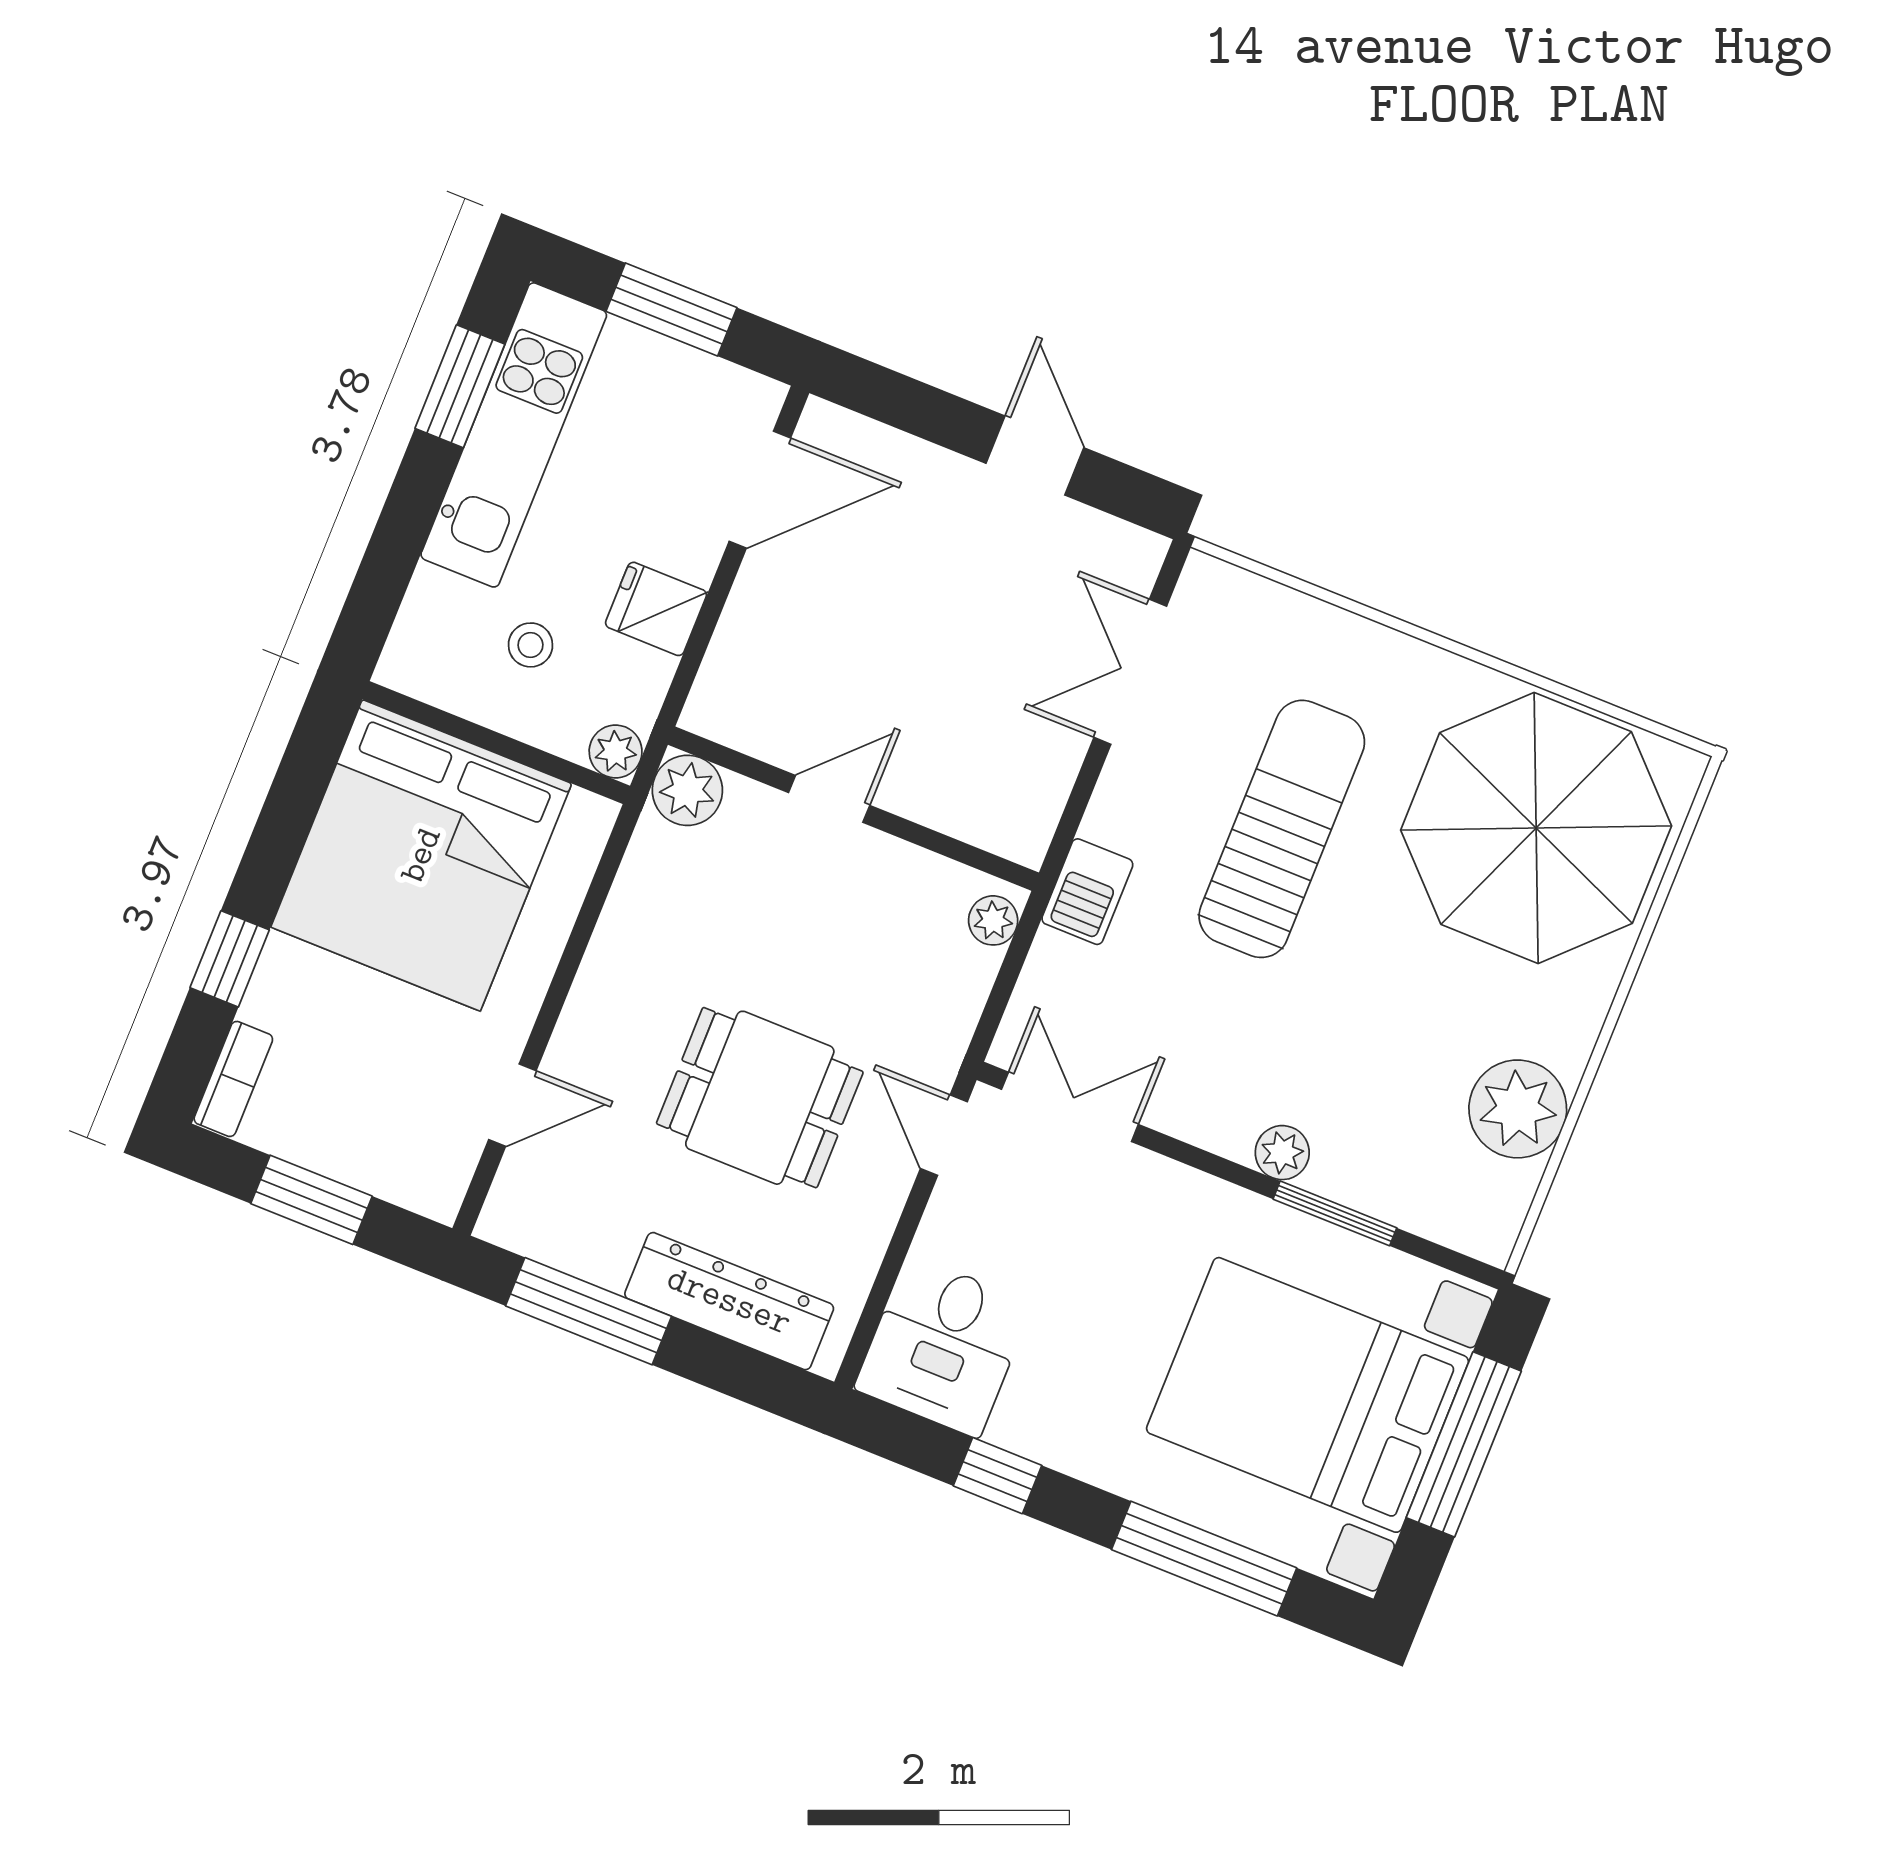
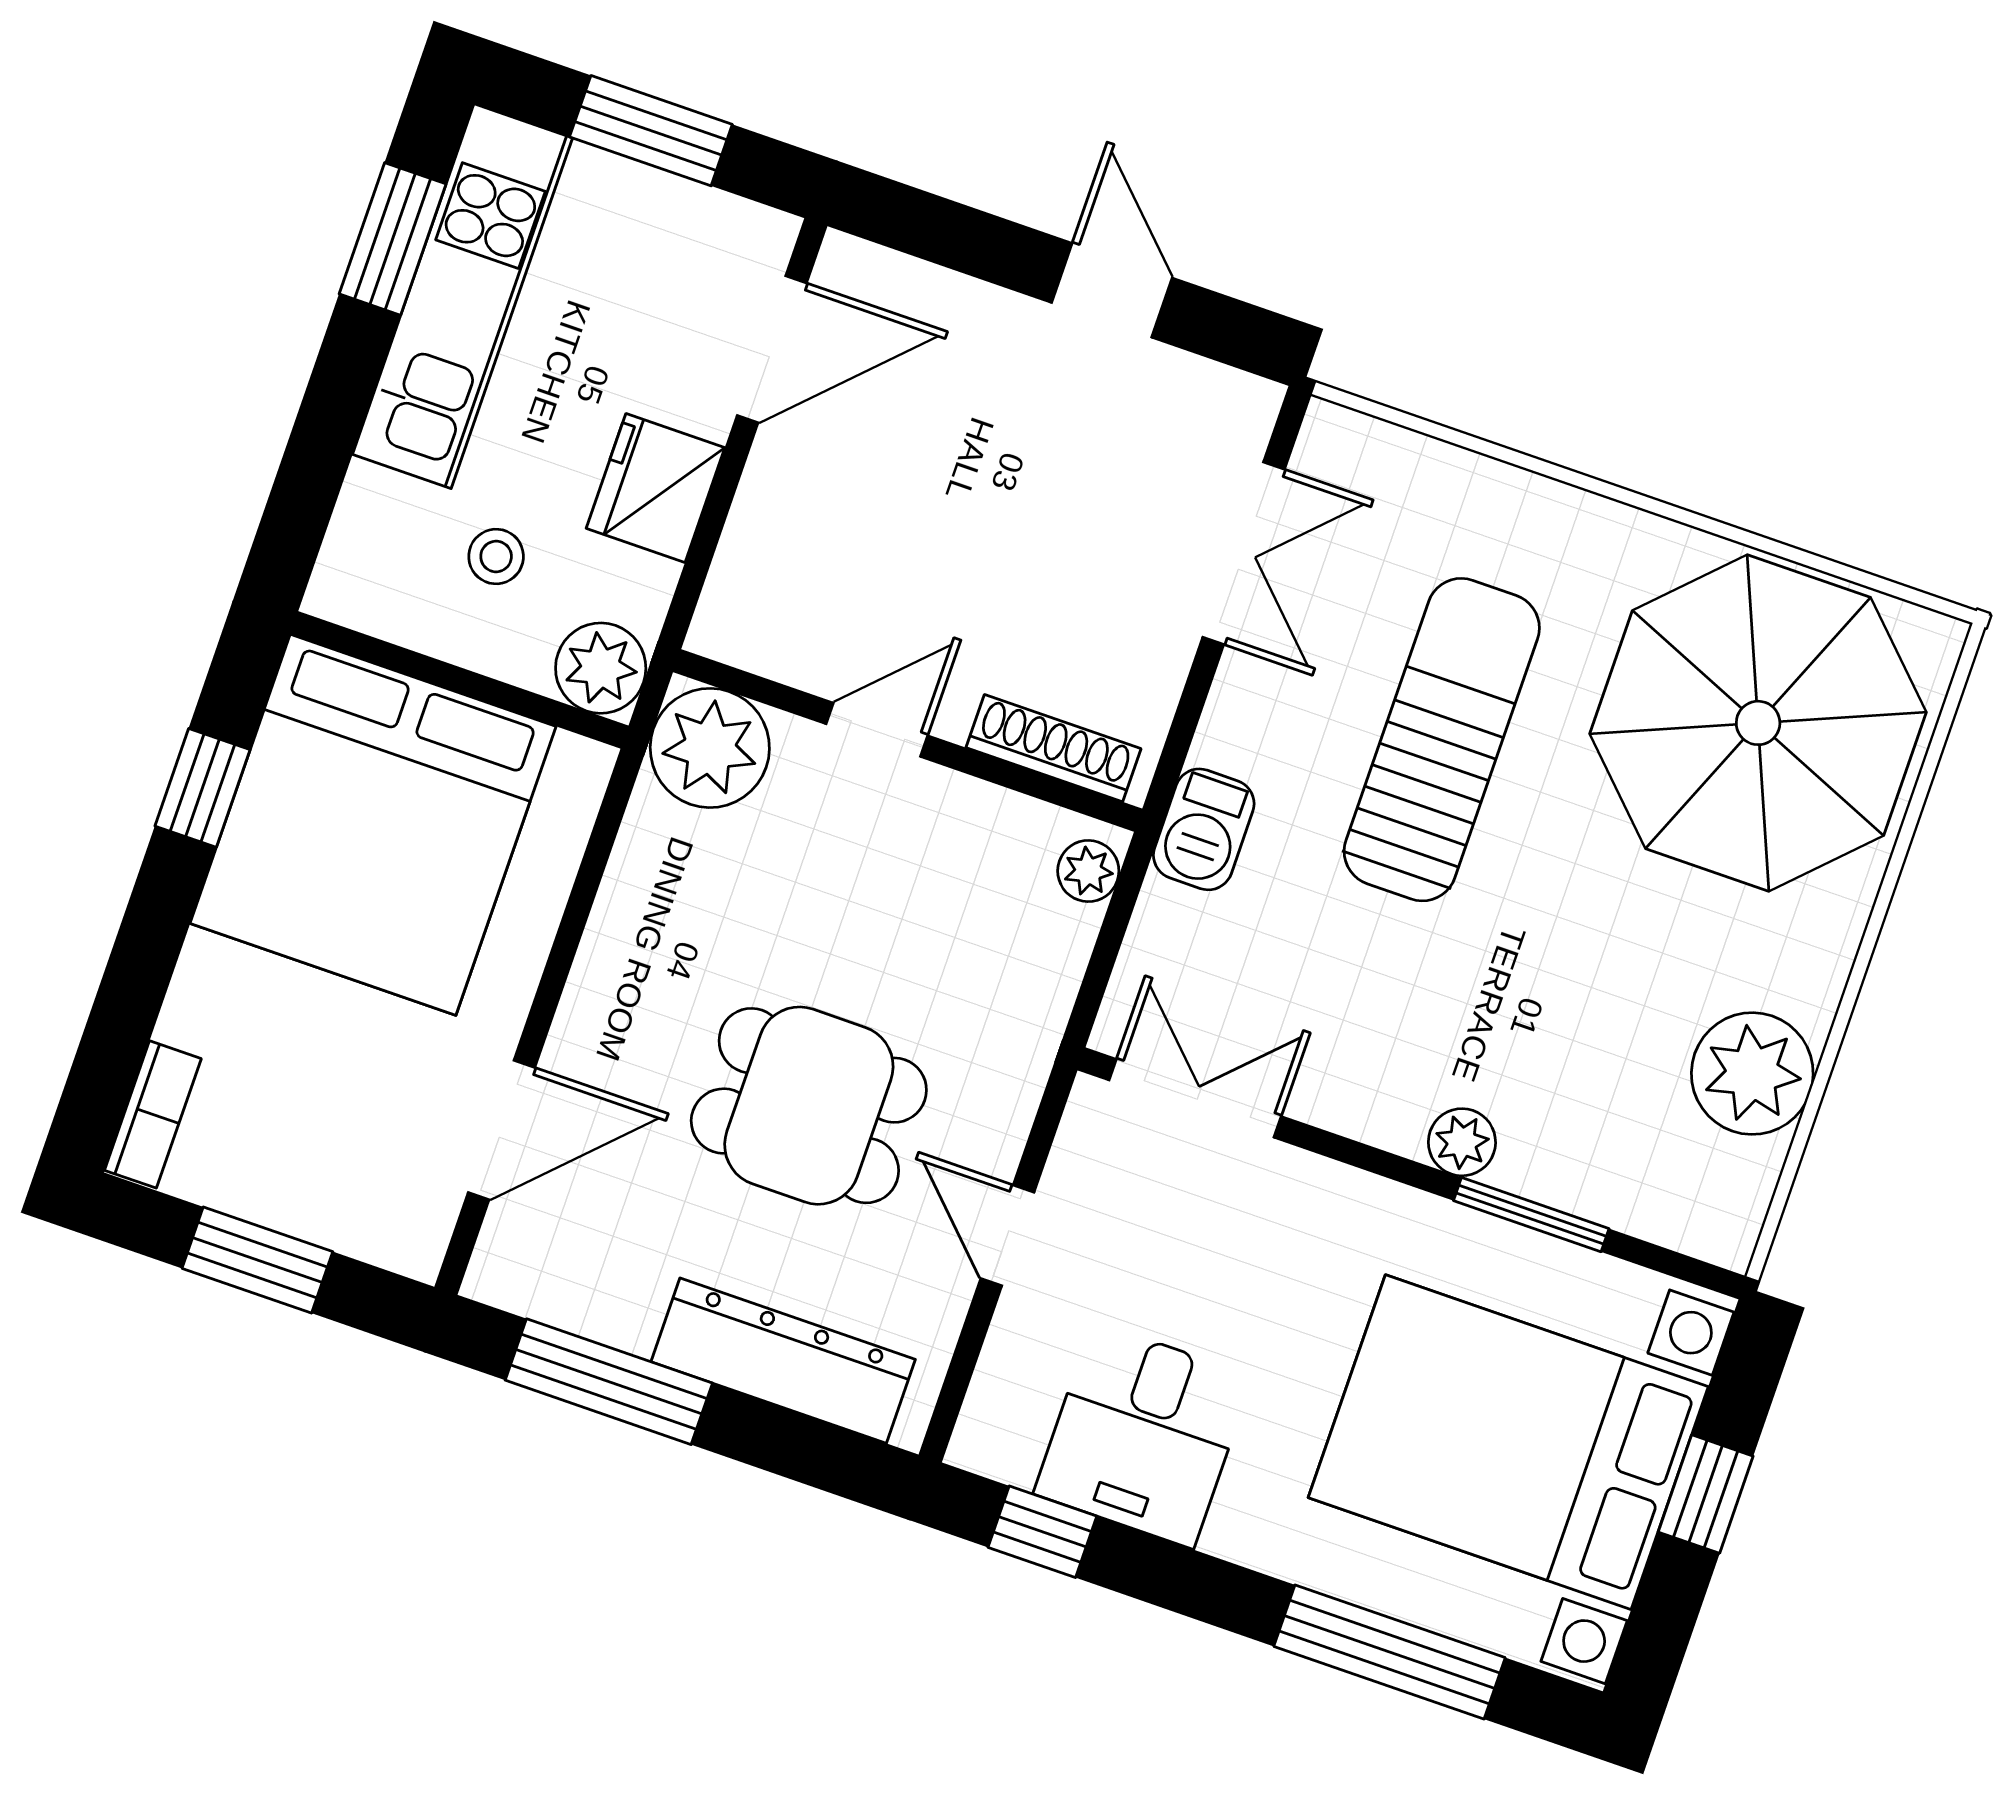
fridge: (656, 609) -> (655, 488), width x1.38
double door: (1130, 672) -> (1244, 553), swing flipped
plant: (616, 751) -> (601, 668), width x1.38, depth x1.38
plant: (687, 790) -> (710, 748), width x1.36, depth x1.36
shoe rack: (970, 821) -> (1054, 748), added
window: (230, 959) -> (202, 788), moved
door: (512, 1105) -> (502, 1130), width x1.38
door: (944, 1135) -> (1007, 1235), moved
desk: (943, 1346) -> (1143, 1435), moved
window: (1464, 1444) -> (1706, 1494), width x0.46
window: (998, 1476) -> (1042, 1532), moved

